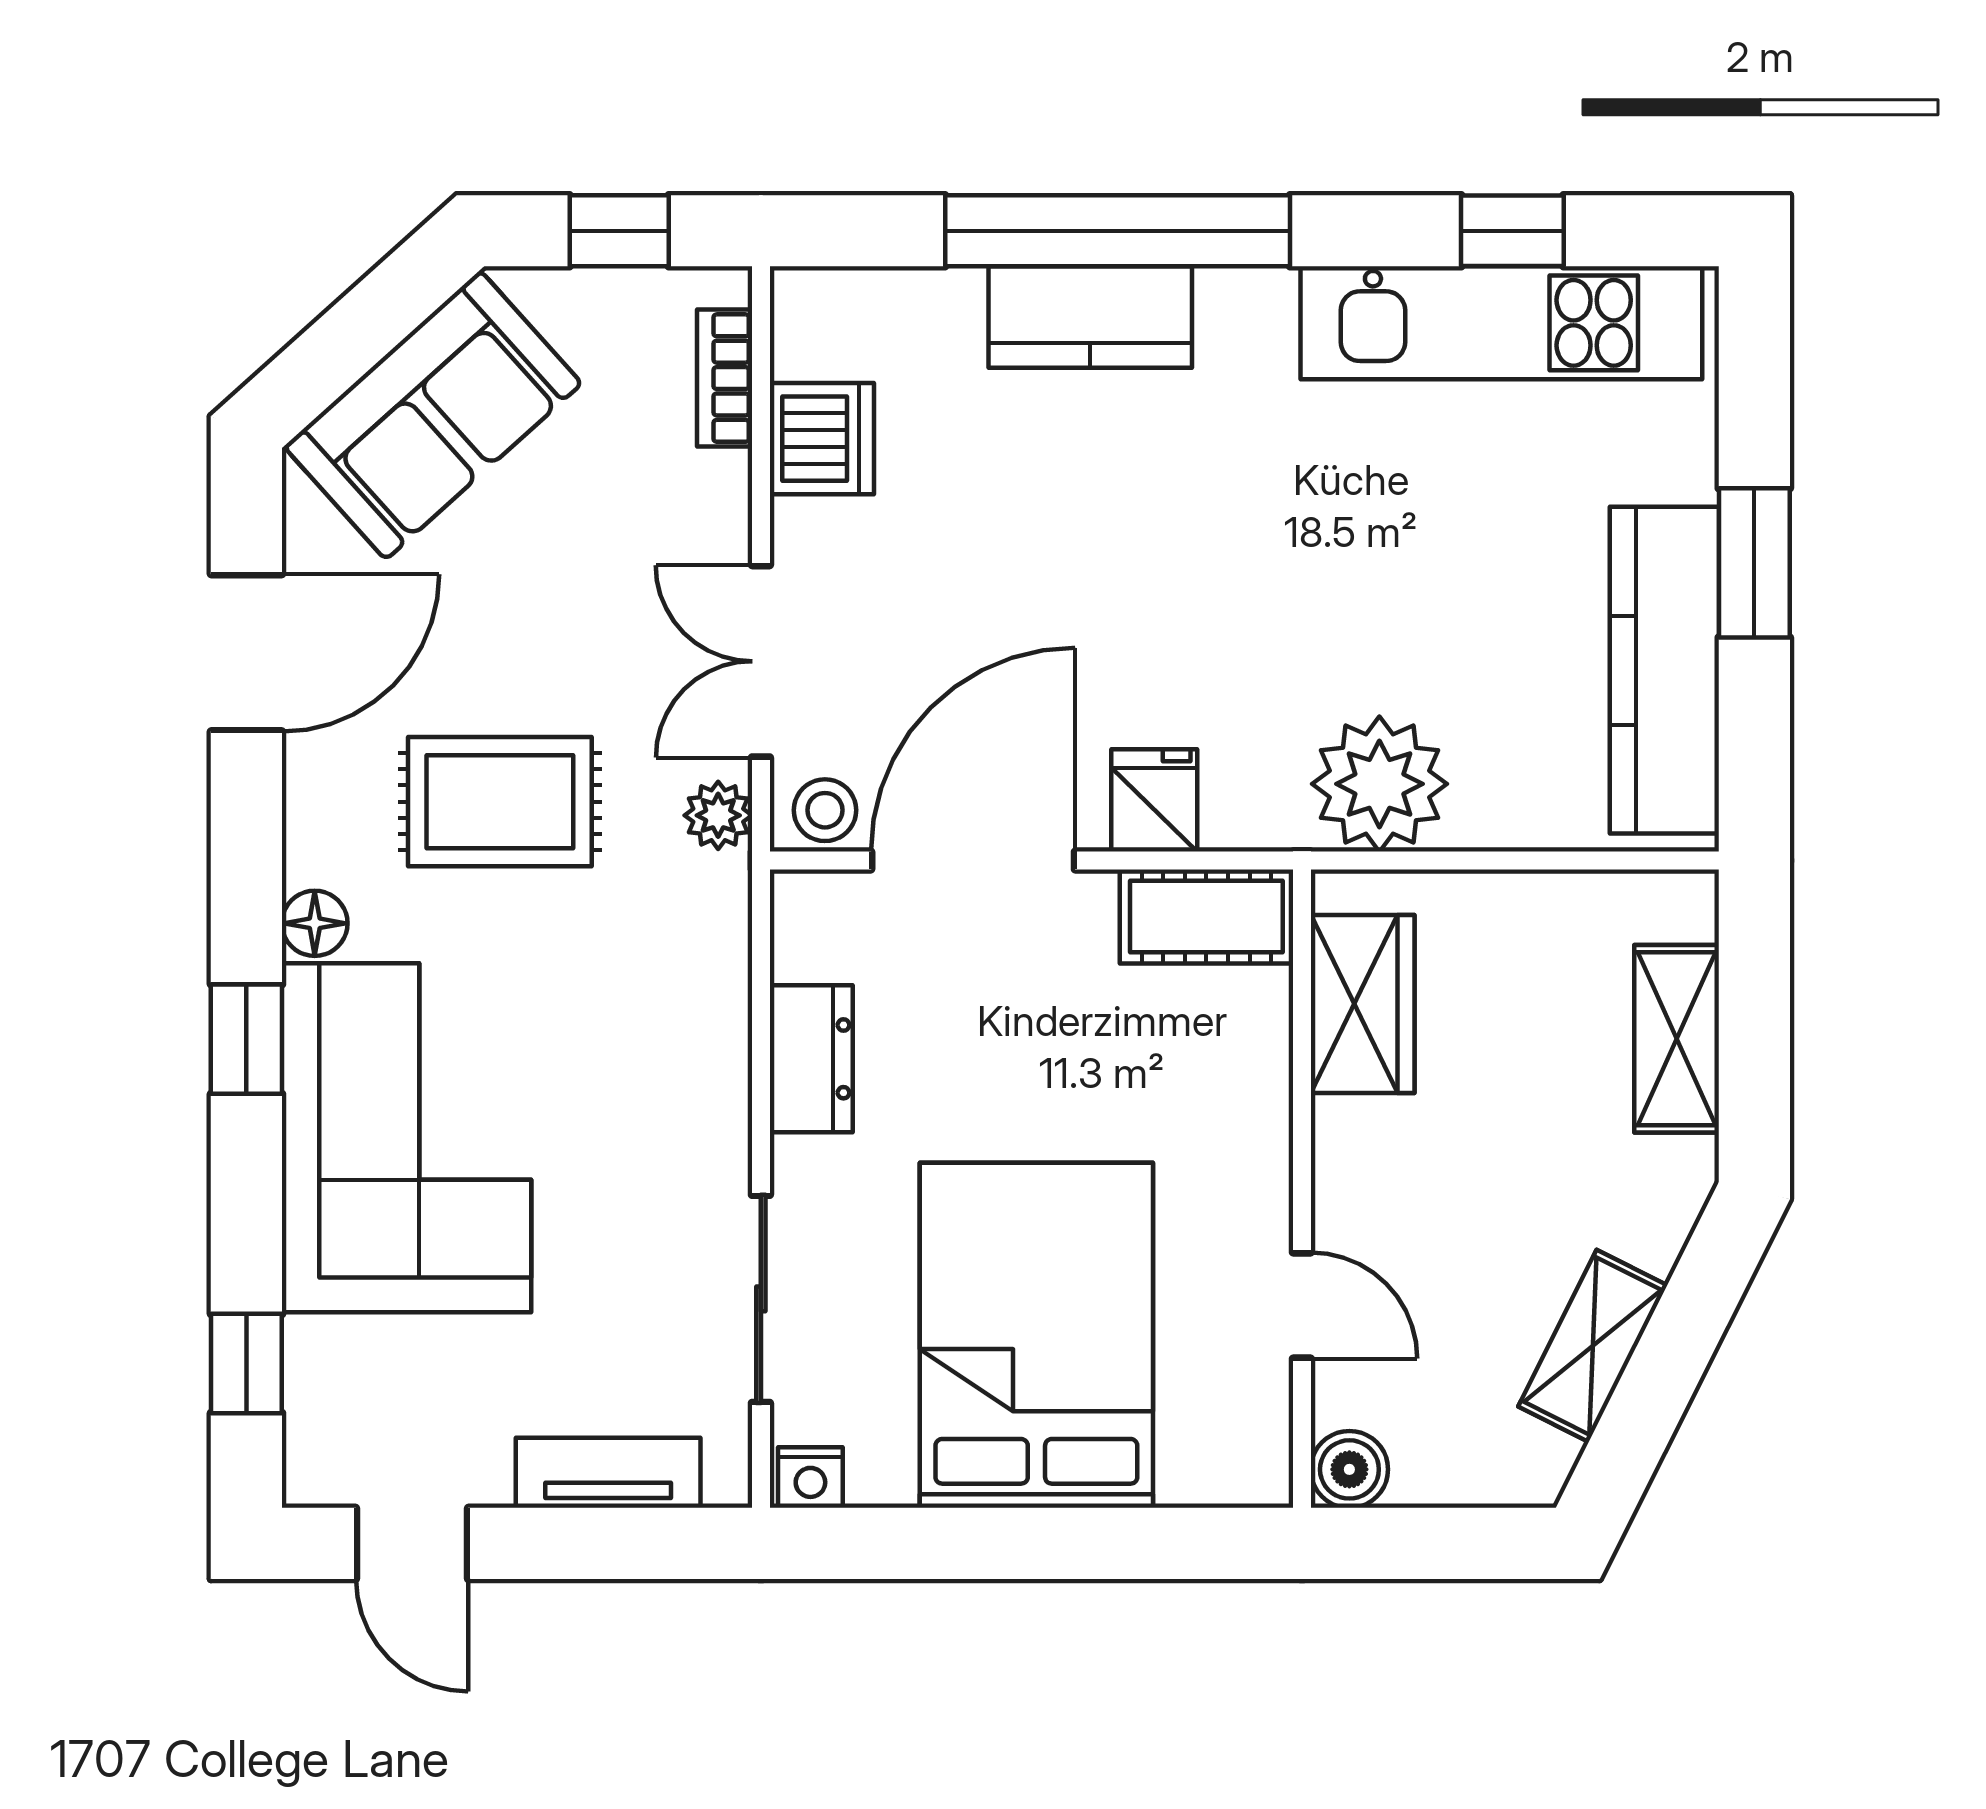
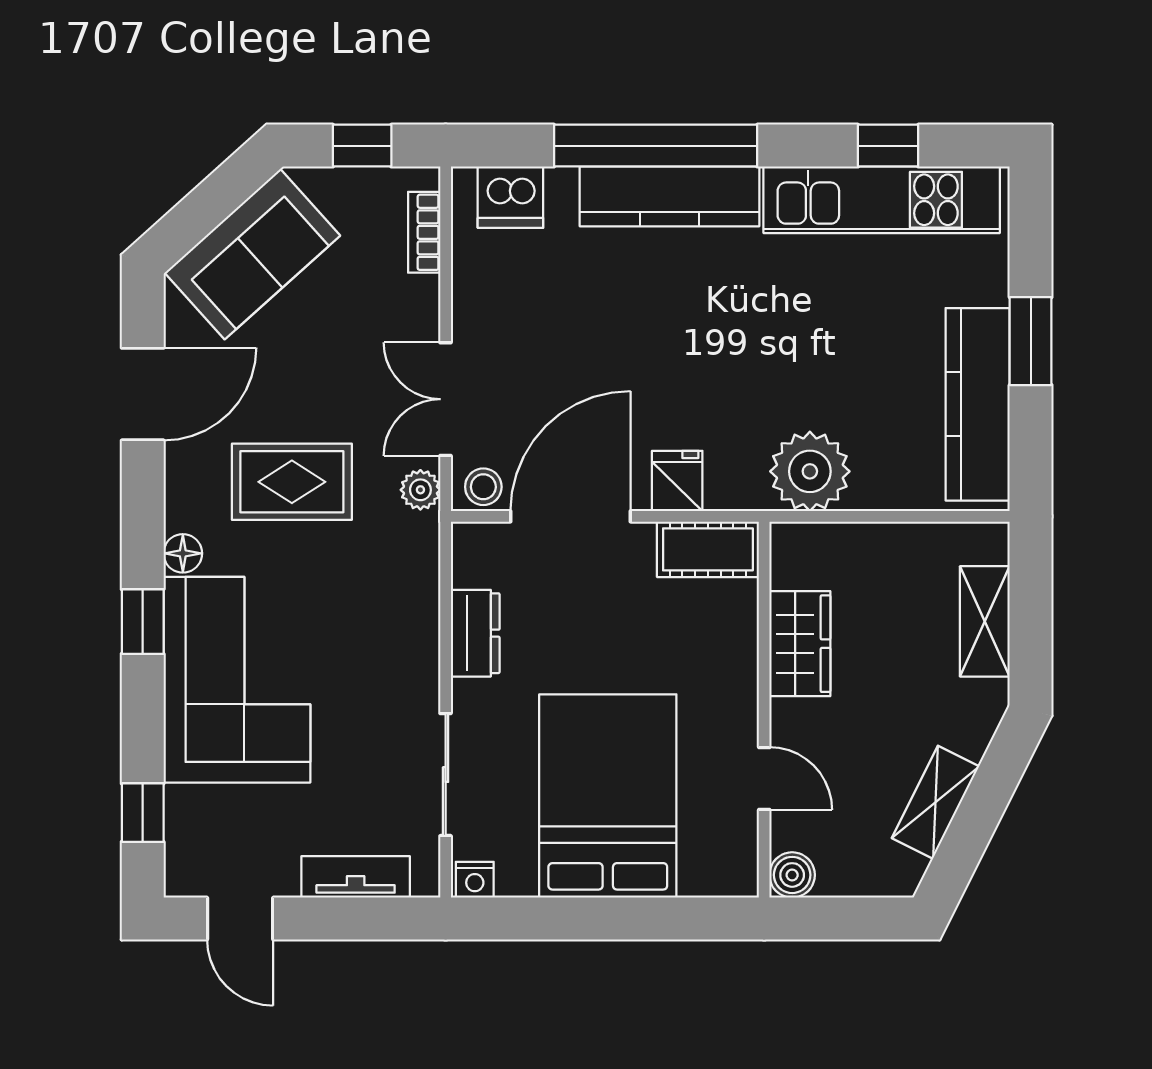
kitchen counter: (1090, 317) -> (670, 196), width x1.50
dishwasher: (822, 439) -> (510, 197), moved, turned 90
wardrobe: (1363, 1004) -> (800, 644), moved

